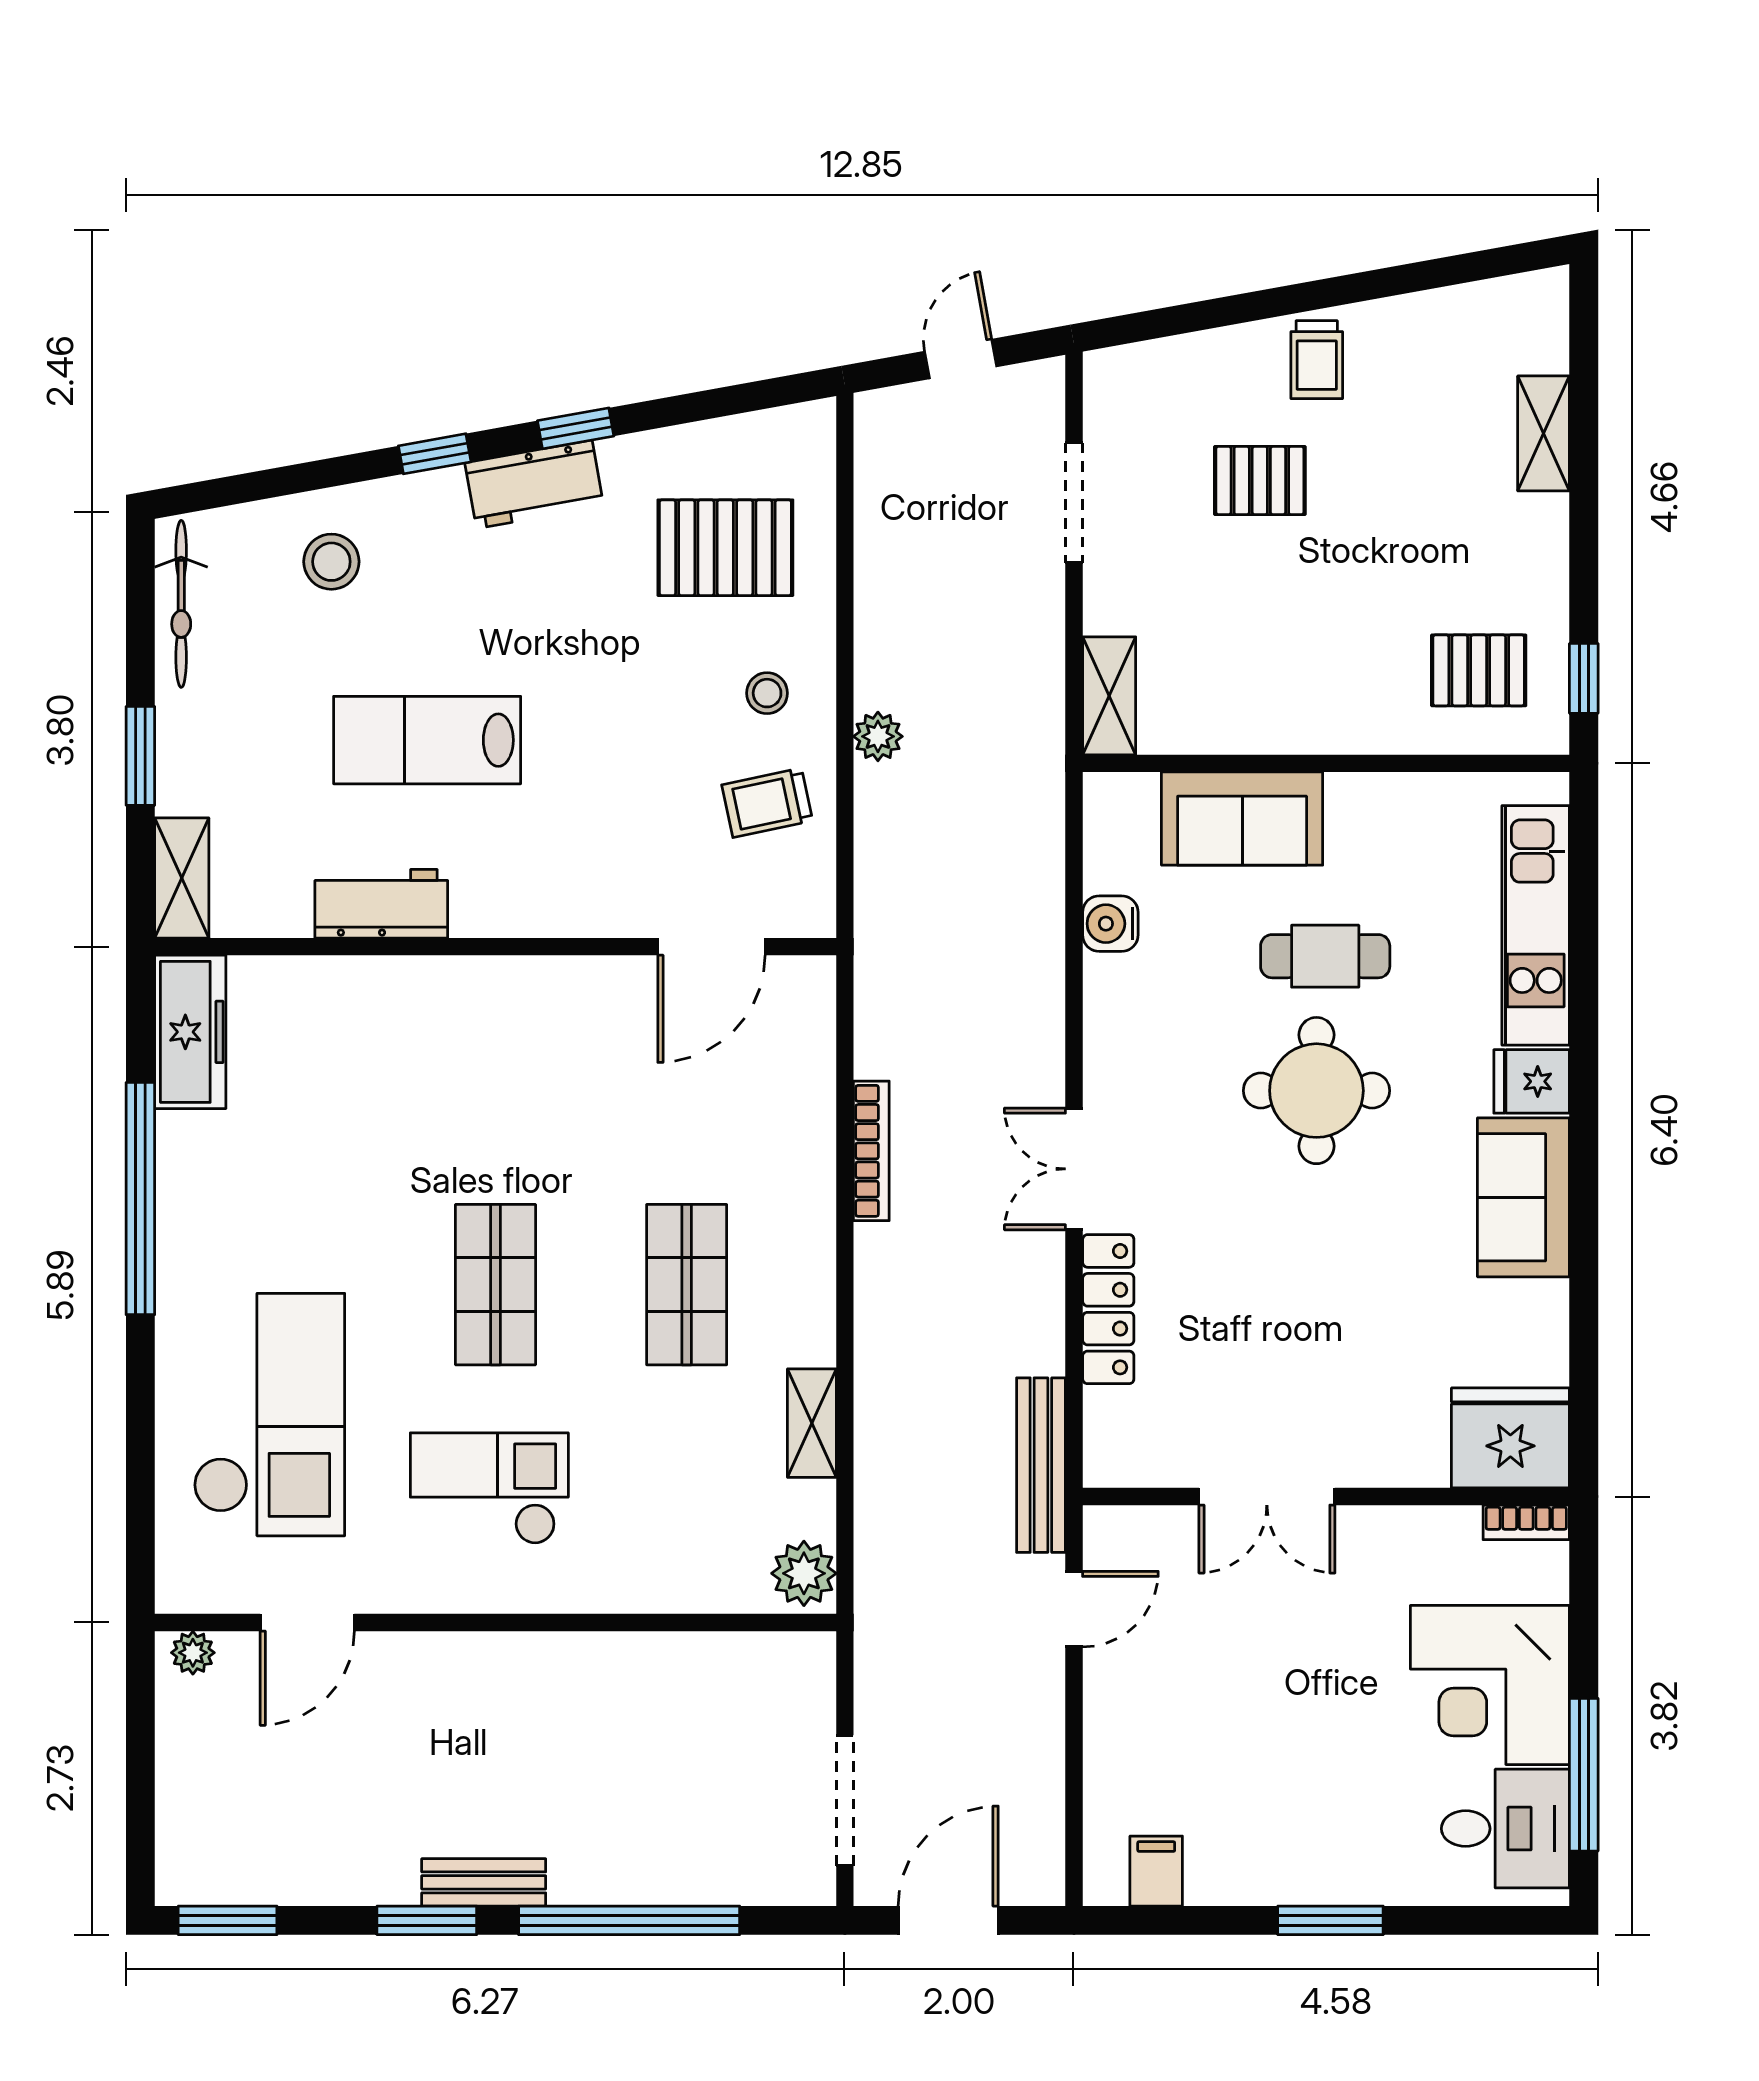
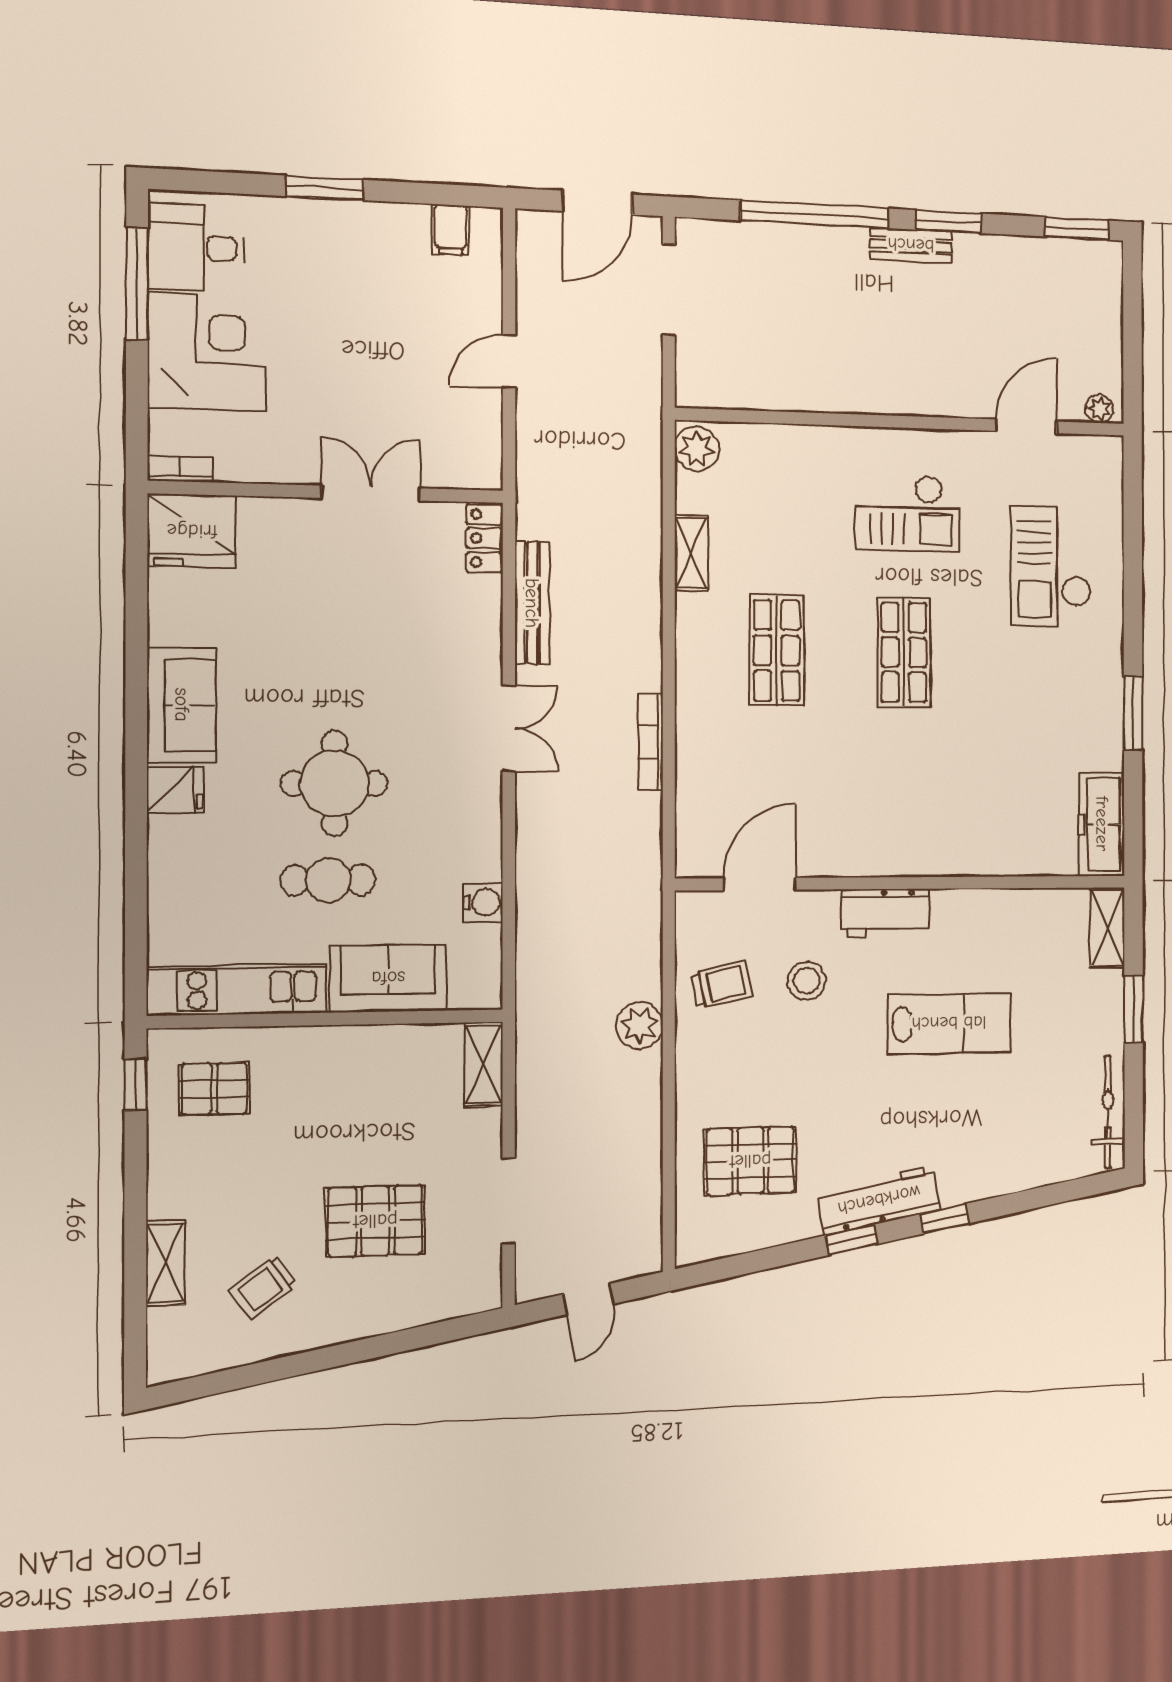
trolley: (1317, 360) -> (263, 1287), moved, turned -126
pallet: (1260, 481) -> (375, 1221), width x1.50, depth x1.42
workbench: (534, 484) -> (879, 1200), width x1.38
stool: (331, 562) -> (1012, 1143), removed
stool: (767, 693) -> (807, 981), moved, width x1.37, depth x1.37
plant: (878, 736) -> (640, 1026), width x1.38, depth x1.38
workbench: (381, 904) -> (885, 913), moved
kitchen unit: (1536, 925) -> (238, 990), moved, turned -90
window: (140, 1199) -> (1133, 713), width x0.47
locker: (1108, 1309) -> (485, 538), moved, width x0.66
checkout: (269, 1415) -> (1051, 567), width x0.73, depth x0.83
bench: (1041, 1465) -> (532, 603), moved
door: (1074, 1609) -> (509, 361), moved

